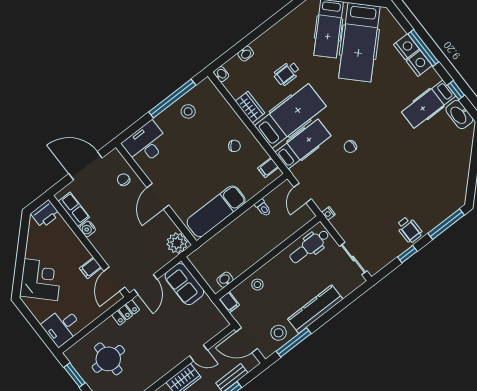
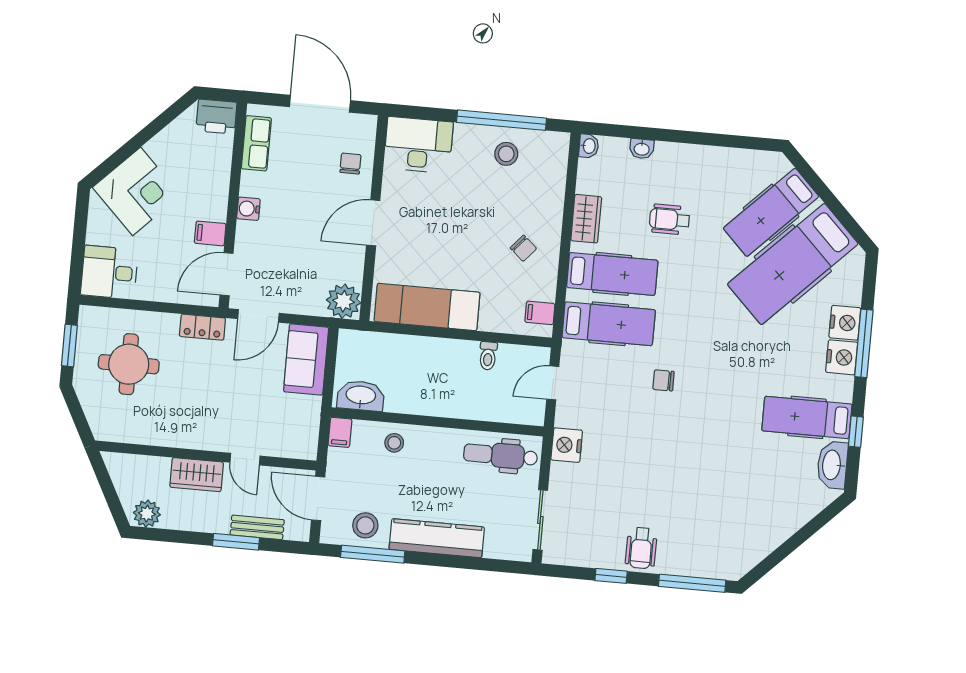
hospital bed: (290, 116) -> (612, 274), width x0.73, depth x0.78
nightstand: (328, 214) -> (567, 445), width x1.89, depth x1.79
water cooler: (88, 229) -> (248, 209), moved
washbasin: (225, 280) -> (361, 396), width x1.91, depth x1.45

